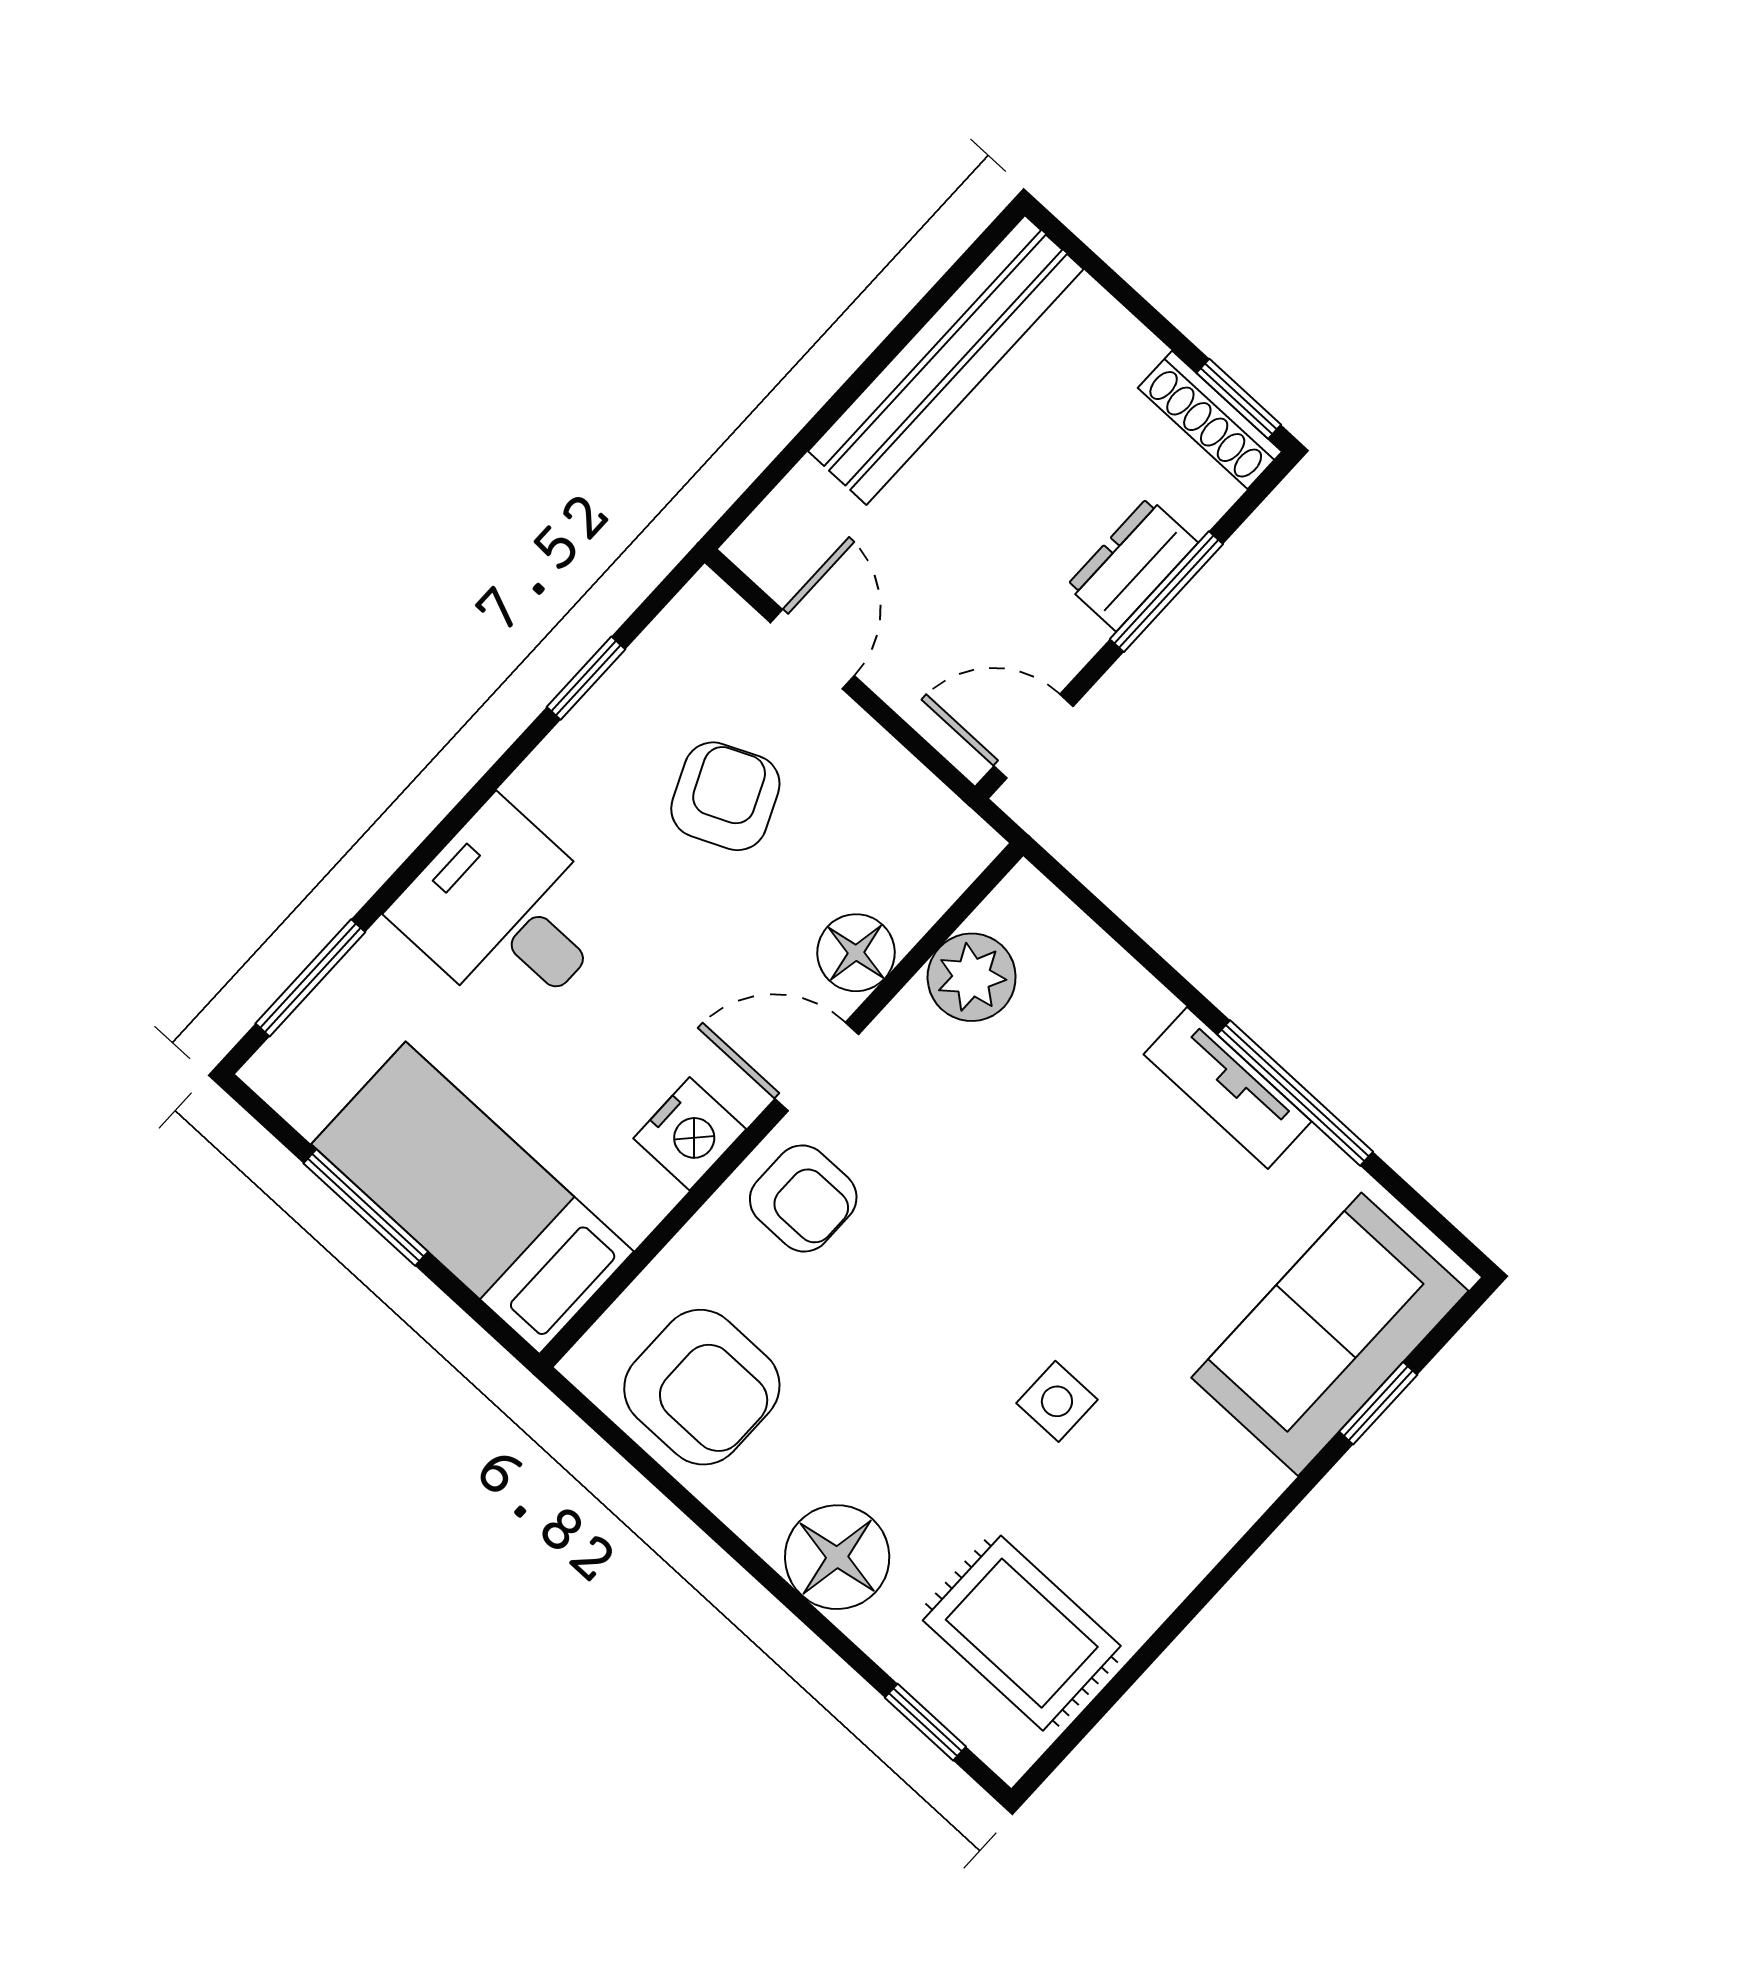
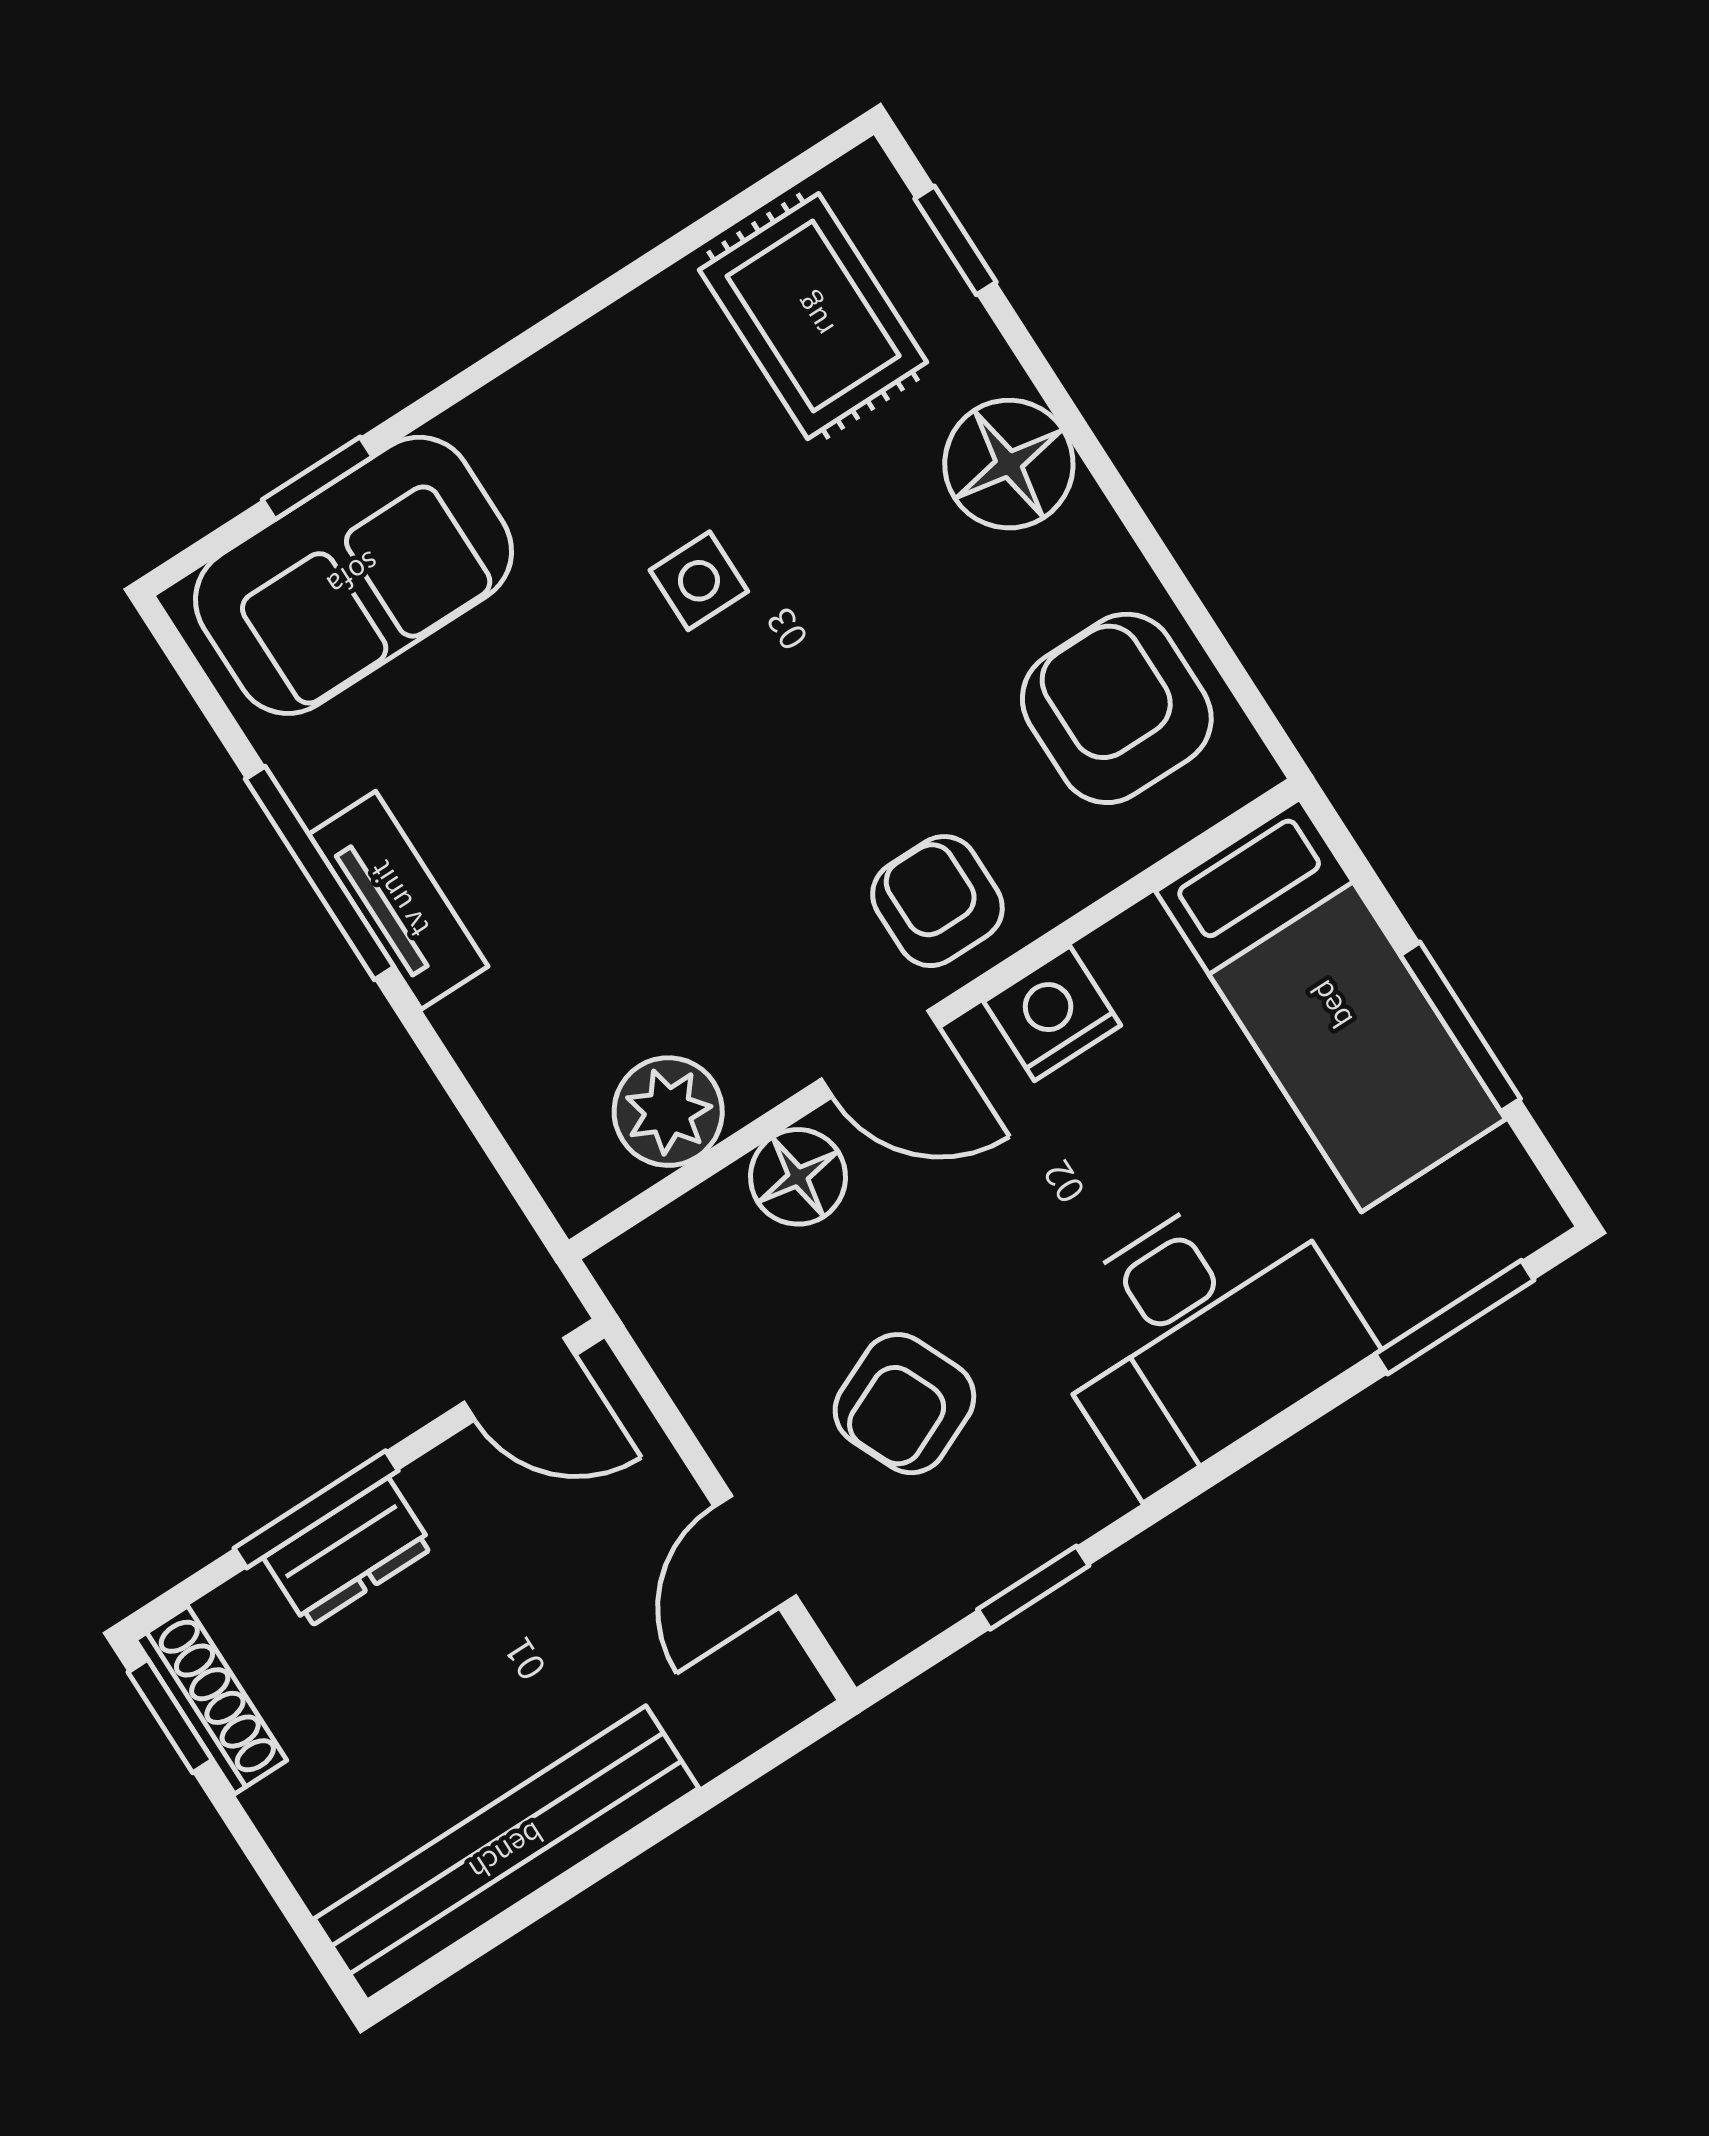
desk: (506, 914) -> (1202, 1333), width x1.37

